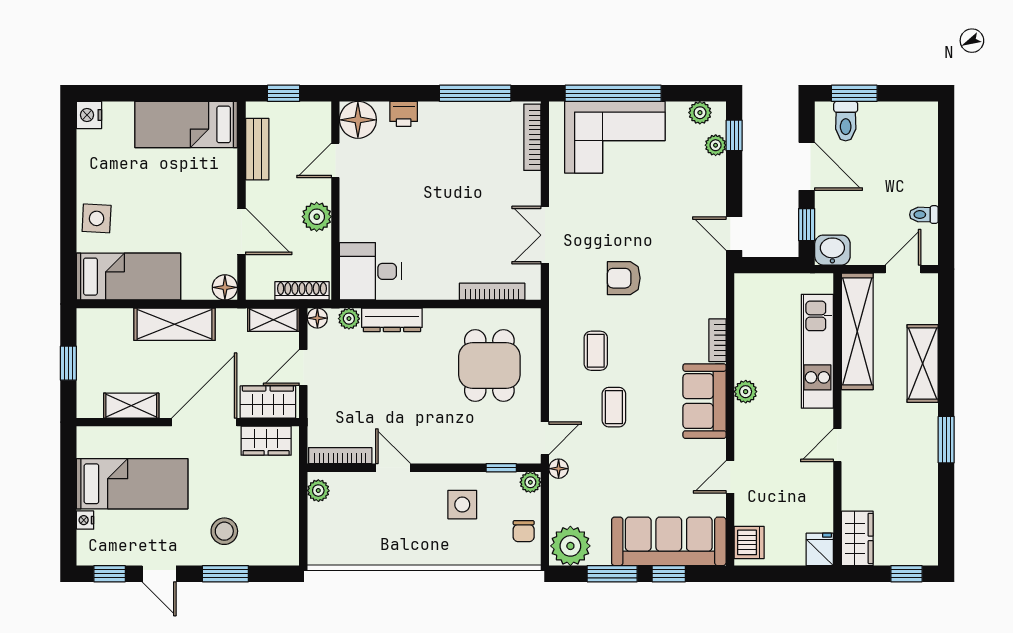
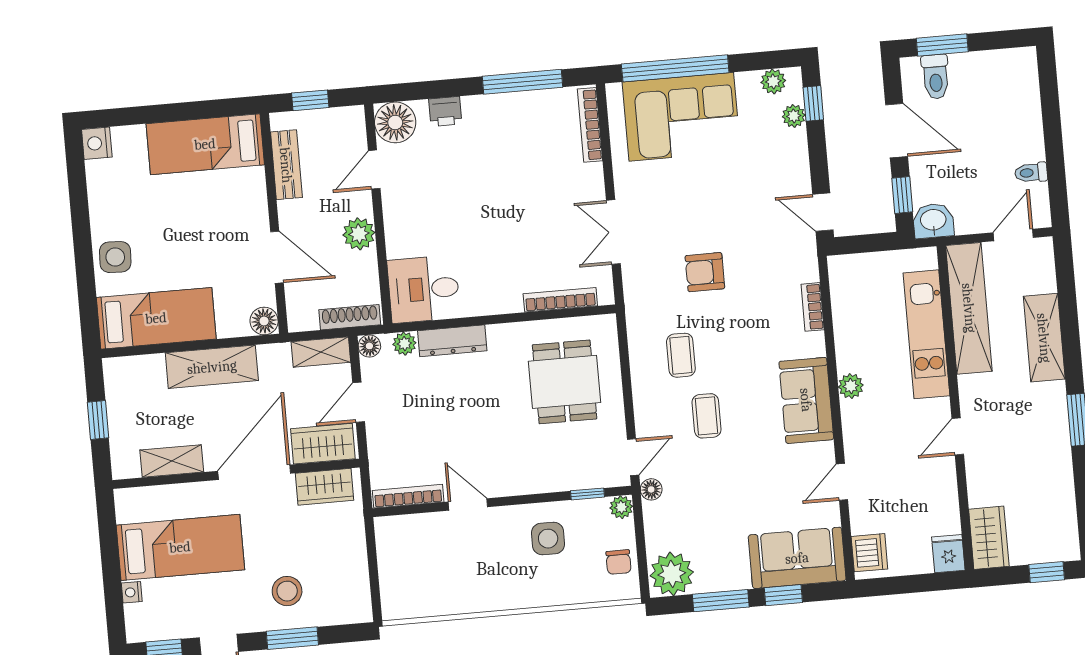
bookcase: (718, 340) -> (813, 307), moved
plant: (318, 491) -> (387, 537), removed
sofa: (669, 541) -> (797, 558), width x0.73

